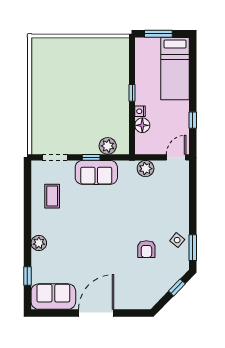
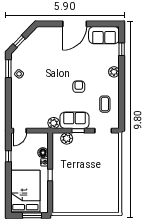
bed: (175, 69) -> (25, 192), width x1.50
plant: (146, 169) -> (54, 123), moved
armchair: (146, 249) -> (79, 87), moved

